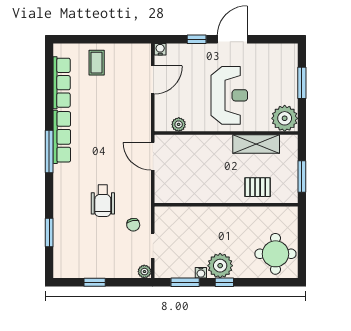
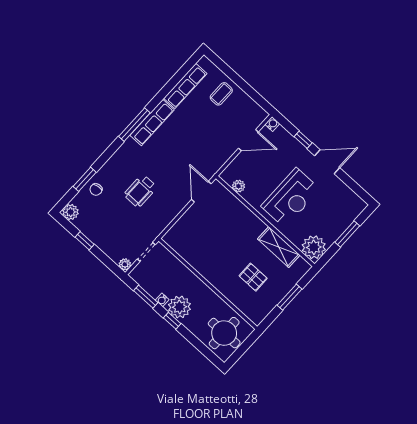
wall: (226, 205) -> (208, 284), moved
chair: (133, 225) -> (96, 189), moved
plant: (62, 269) -> (71, 212), added

